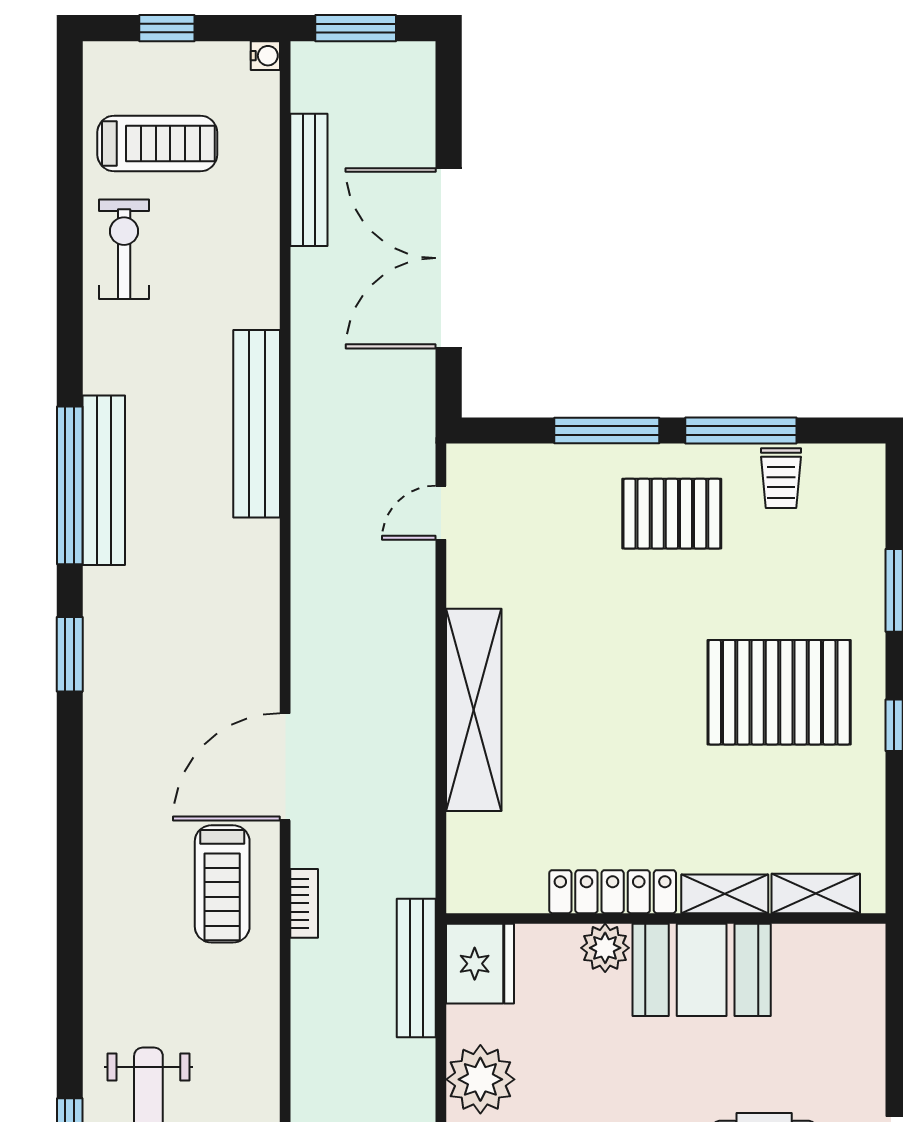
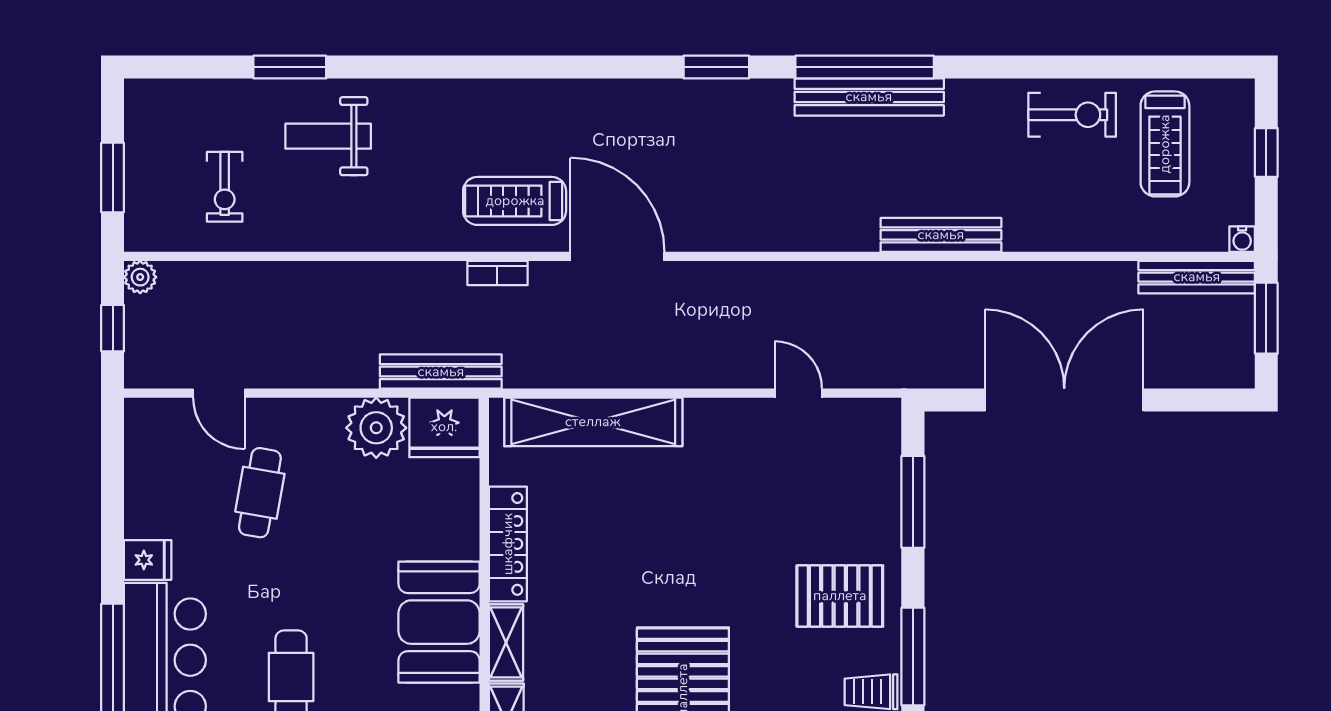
bench: (309, 180) -> (1197, 277), moved
bench: (257, 424) -> (941, 235), width x0.73, depth x0.82
window: (607, 430) -> (913, 502), moved
door: (441, 513) -> (798, 393), moved
pallet: (672, 514) -> (840, 596), turned 90
shelving: (474, 710) -> (593, 422), moved
plant: (605, 948) -> (458, 537), removed
plant: (480, 1079) -> (376, 428), moved

